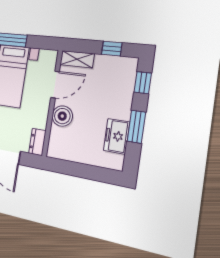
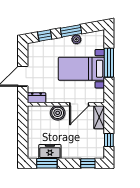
door: (55, 85) -> (79, 104), hinge flipped
window: (136, 127) -> (47, 163), moved

